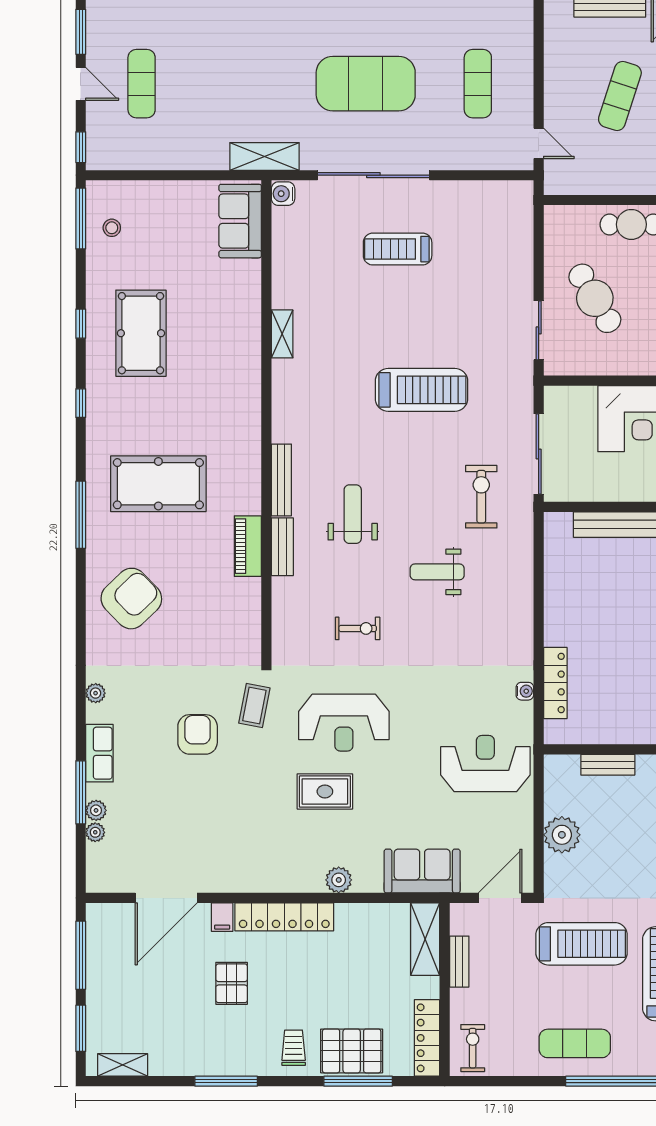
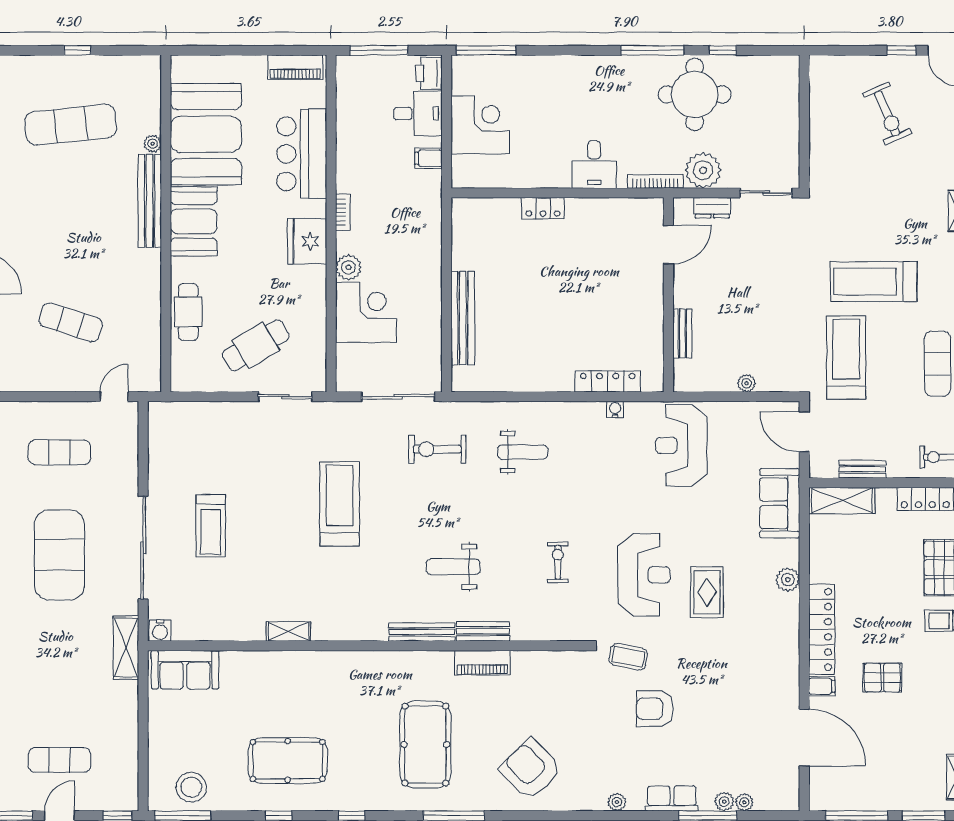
stool: (112, 228) -> (191, 787), width x1.89, depth x1.89
weight bench: (437, 572) -> (523, 452), moved, turned -90
plant: (562, 835) -> (747, 383), width x0.53, depth x0.53

